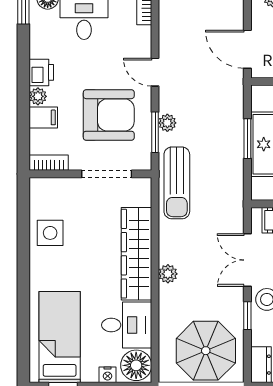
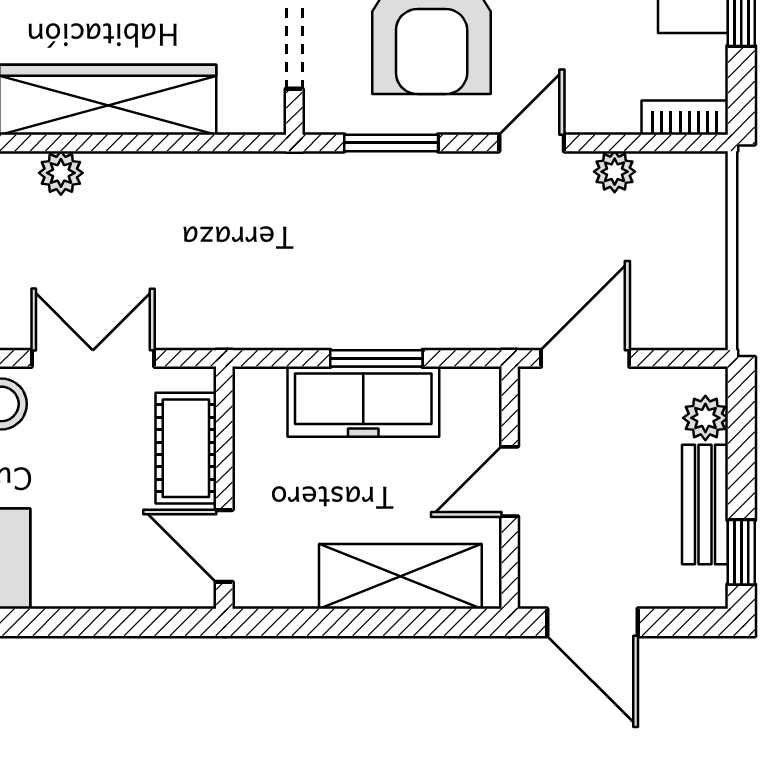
plant: (167, 123) -> (615, 172), moved
sun lounger: (177, 183) -> (273, 194), removed

